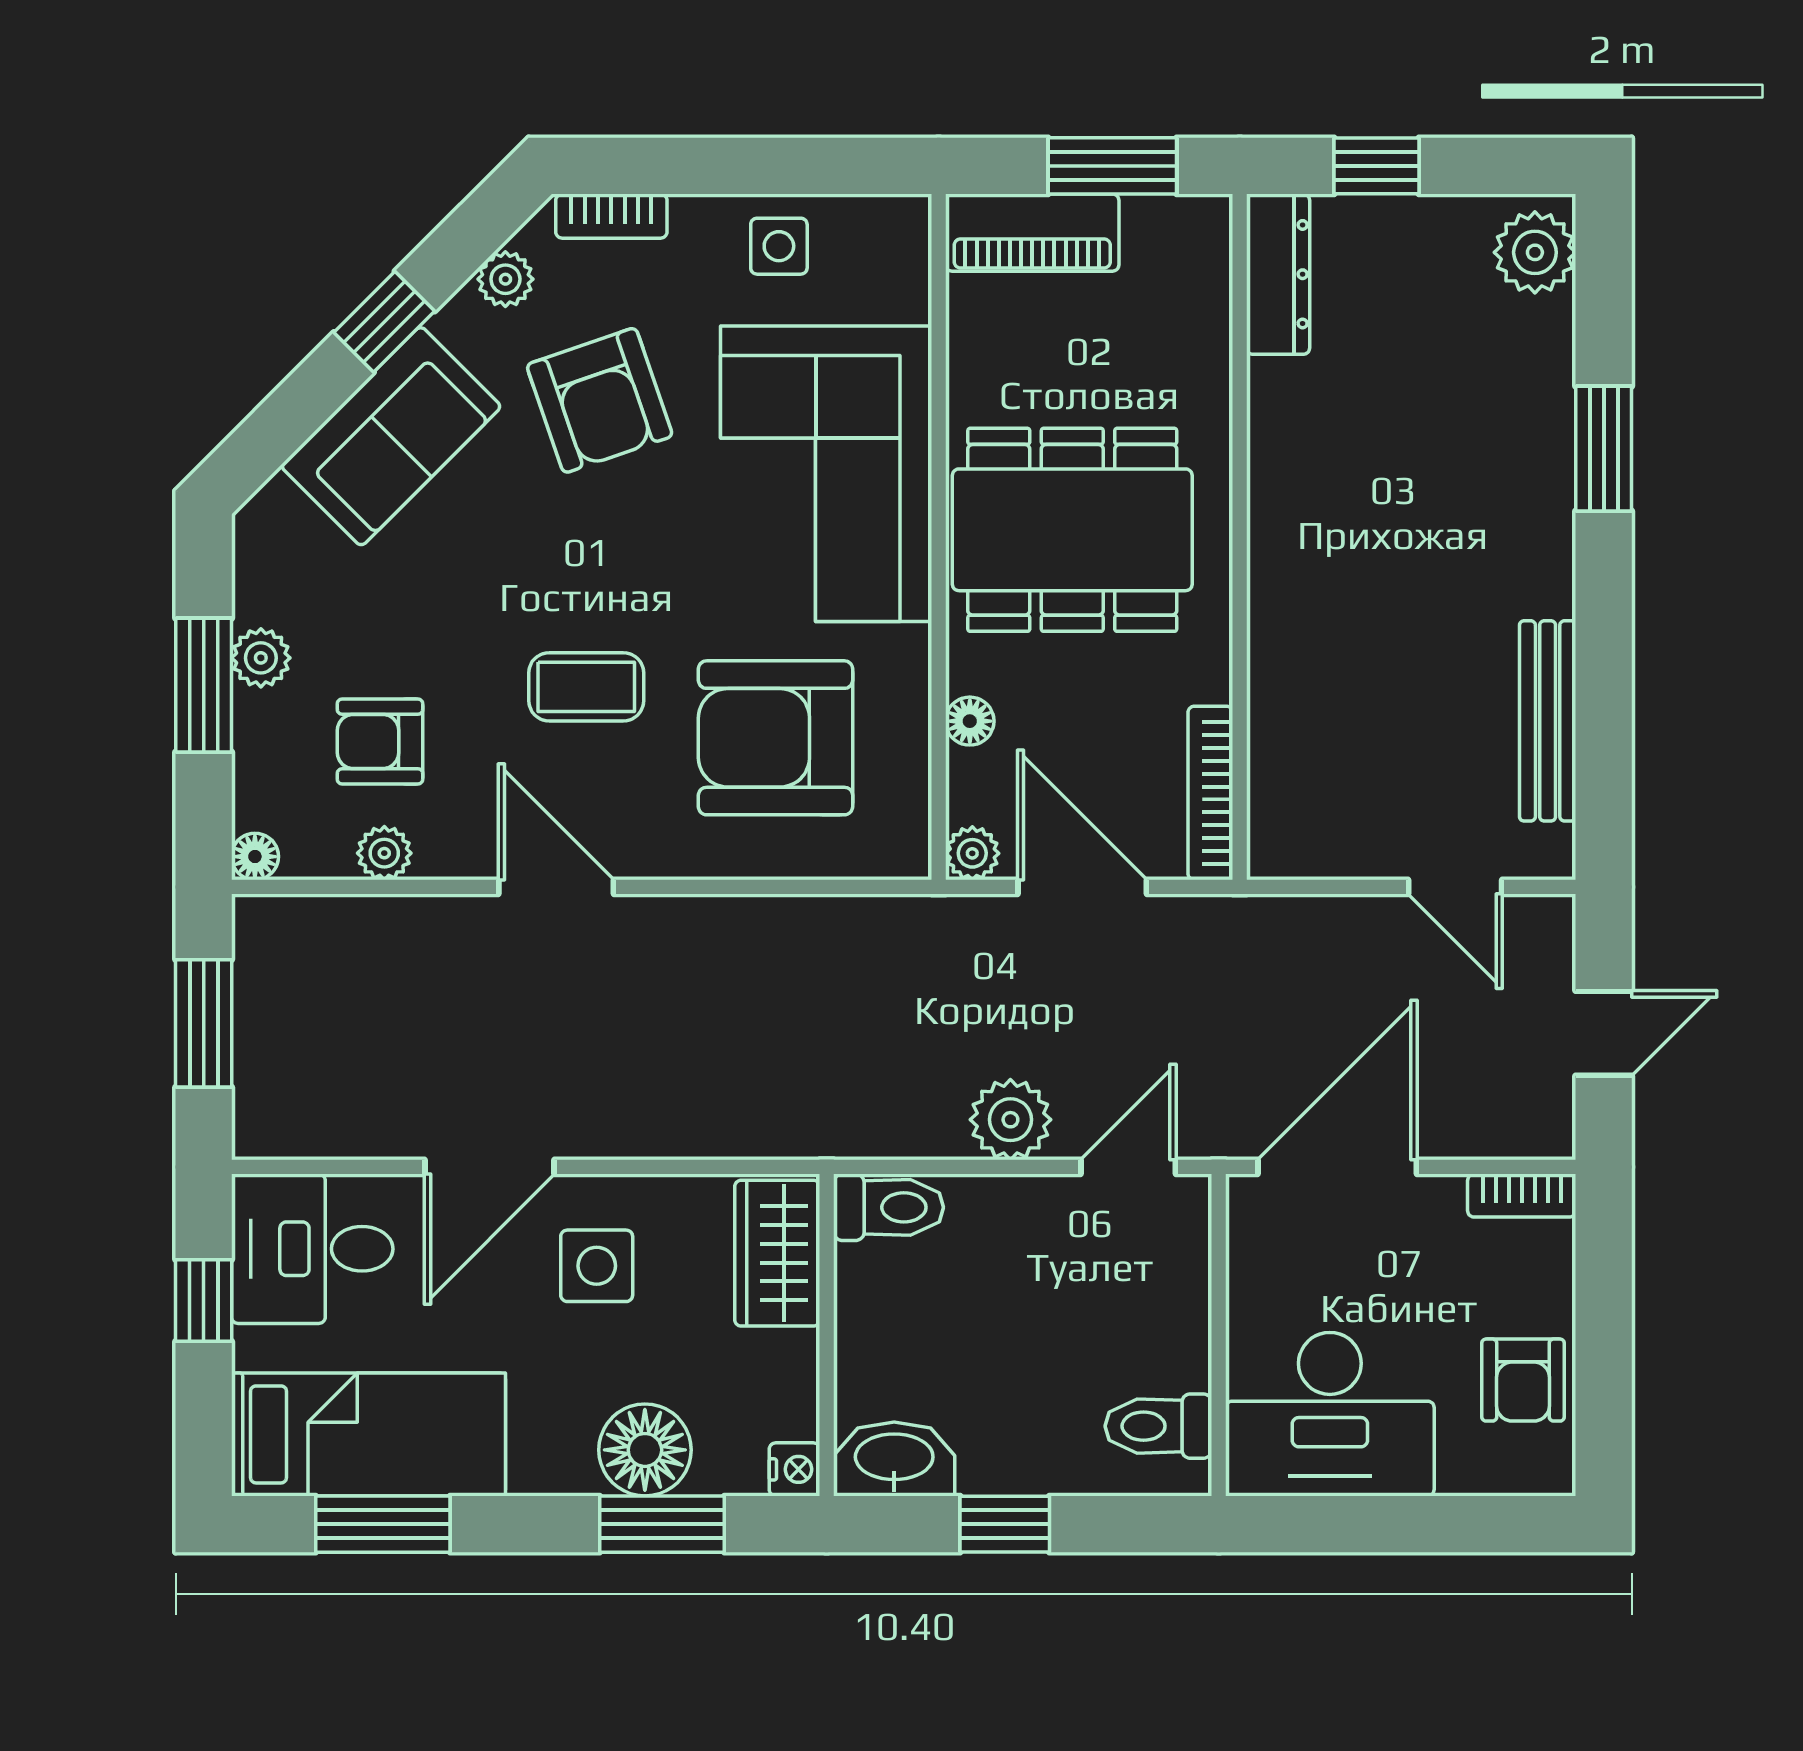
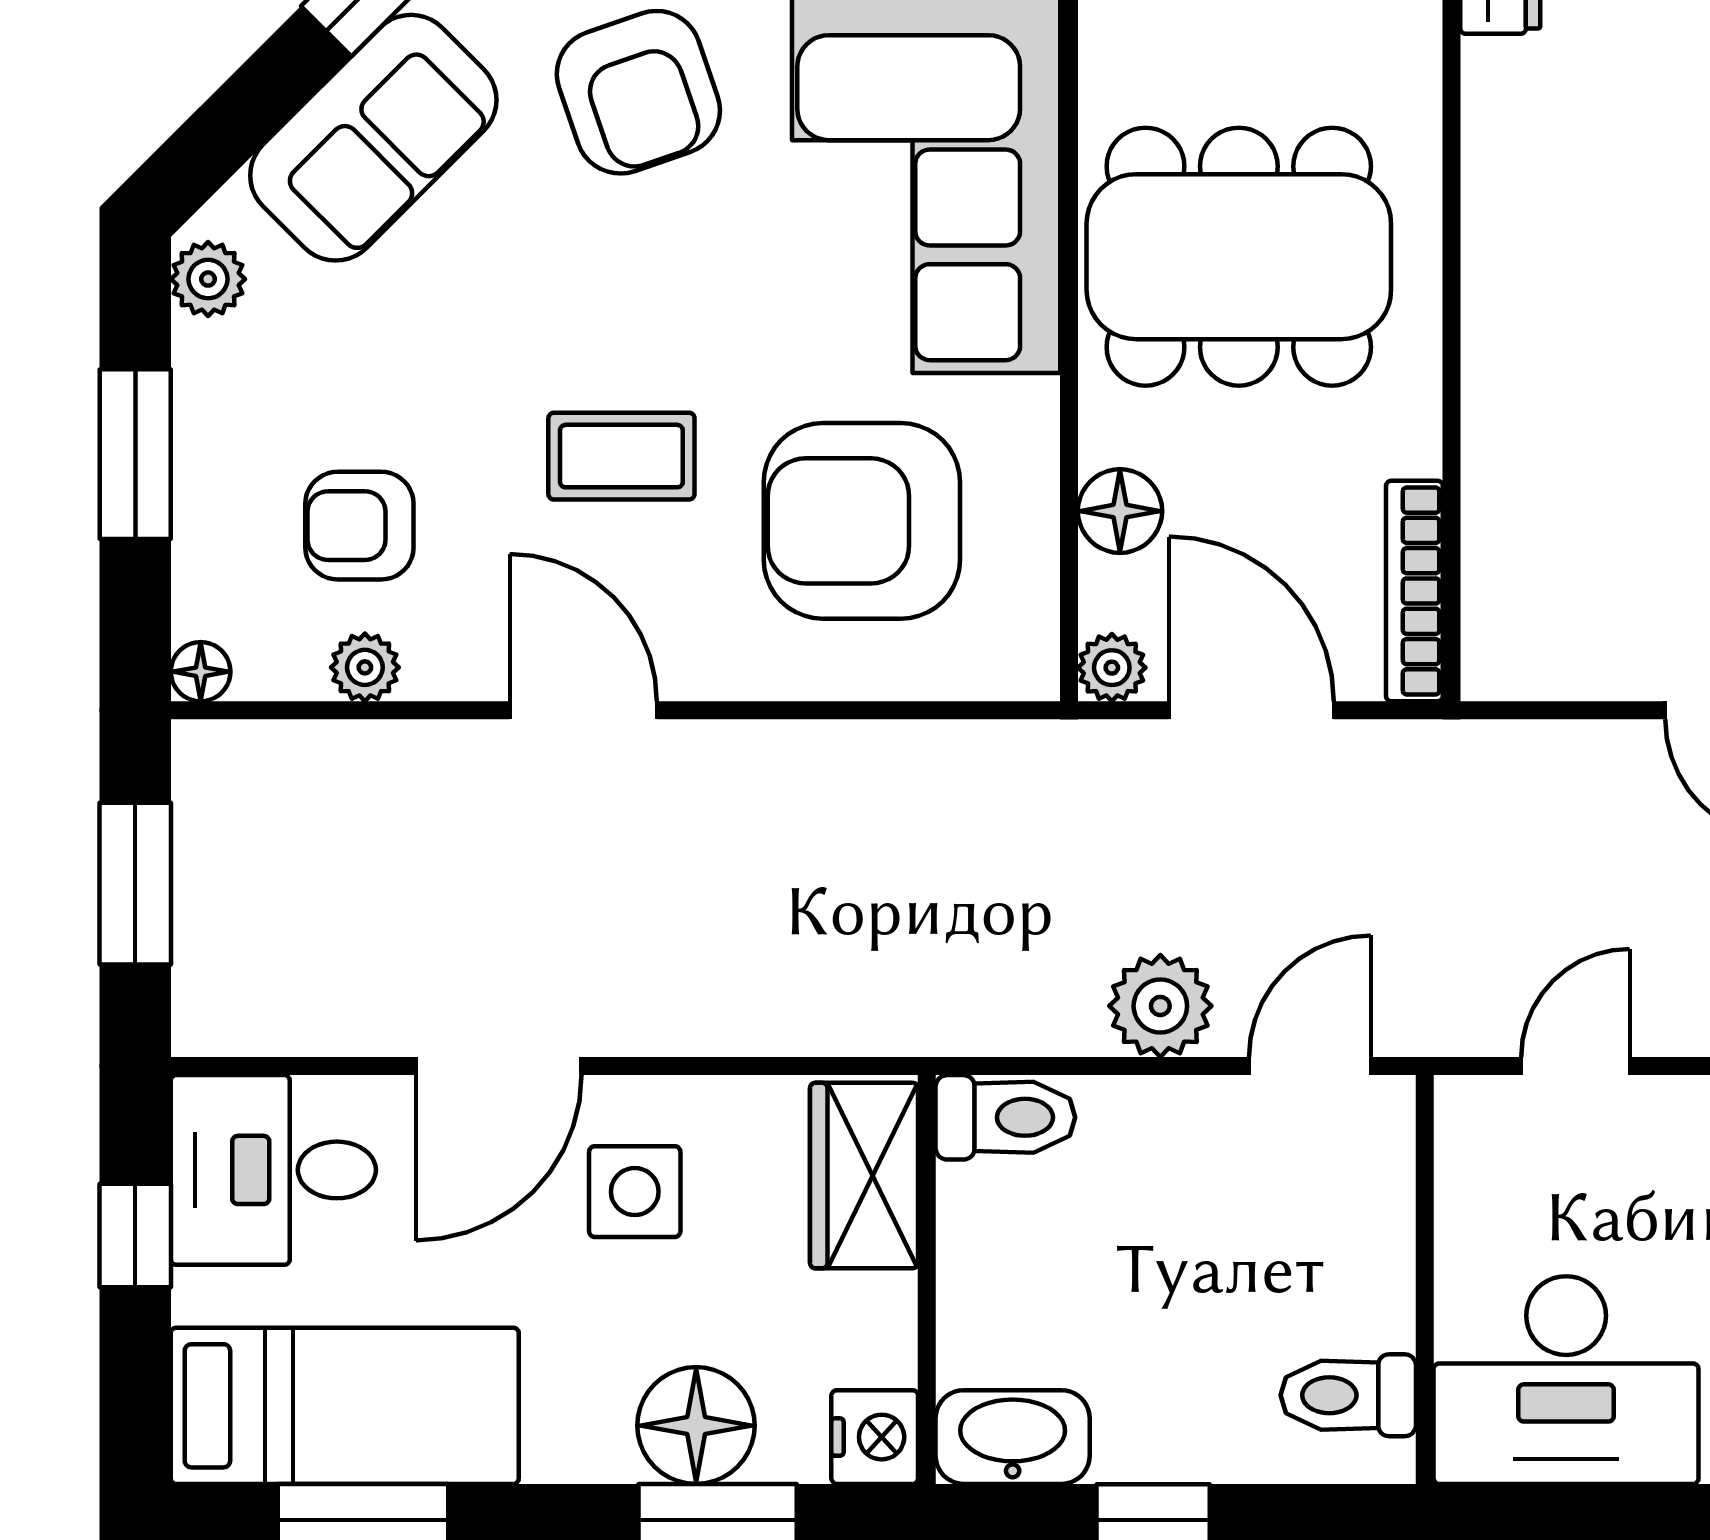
plant: (261, 658) -> (208, 279), moved
floor lamp: (970, 721) -> (1120, 511), width x1.37, depth x1.37
door: (1337, 1167) -> (1576, 1066), width x0.53
nightstand: (794, 1469) -> (875, 1437), width x1.39, depth x1.35

